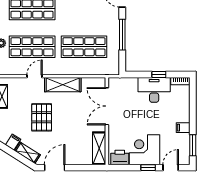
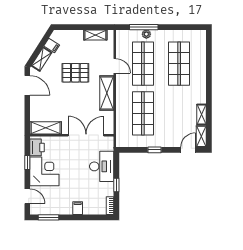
window: (122, 35) -> (155, 150), width x0.46
desk: (154, 90) -> (102, 166), moved
filing cabinet: (183, 128) -> (78, 208), moved
window: (148, 168) -> (27, 163), moved

